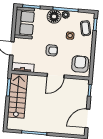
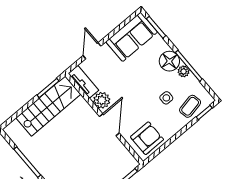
armchair: (52, 50) -> (132, 94), removed
plant: (40, 68) -> (102, 100), added
door: (56, 76) -> (109, 125), swing flipped

